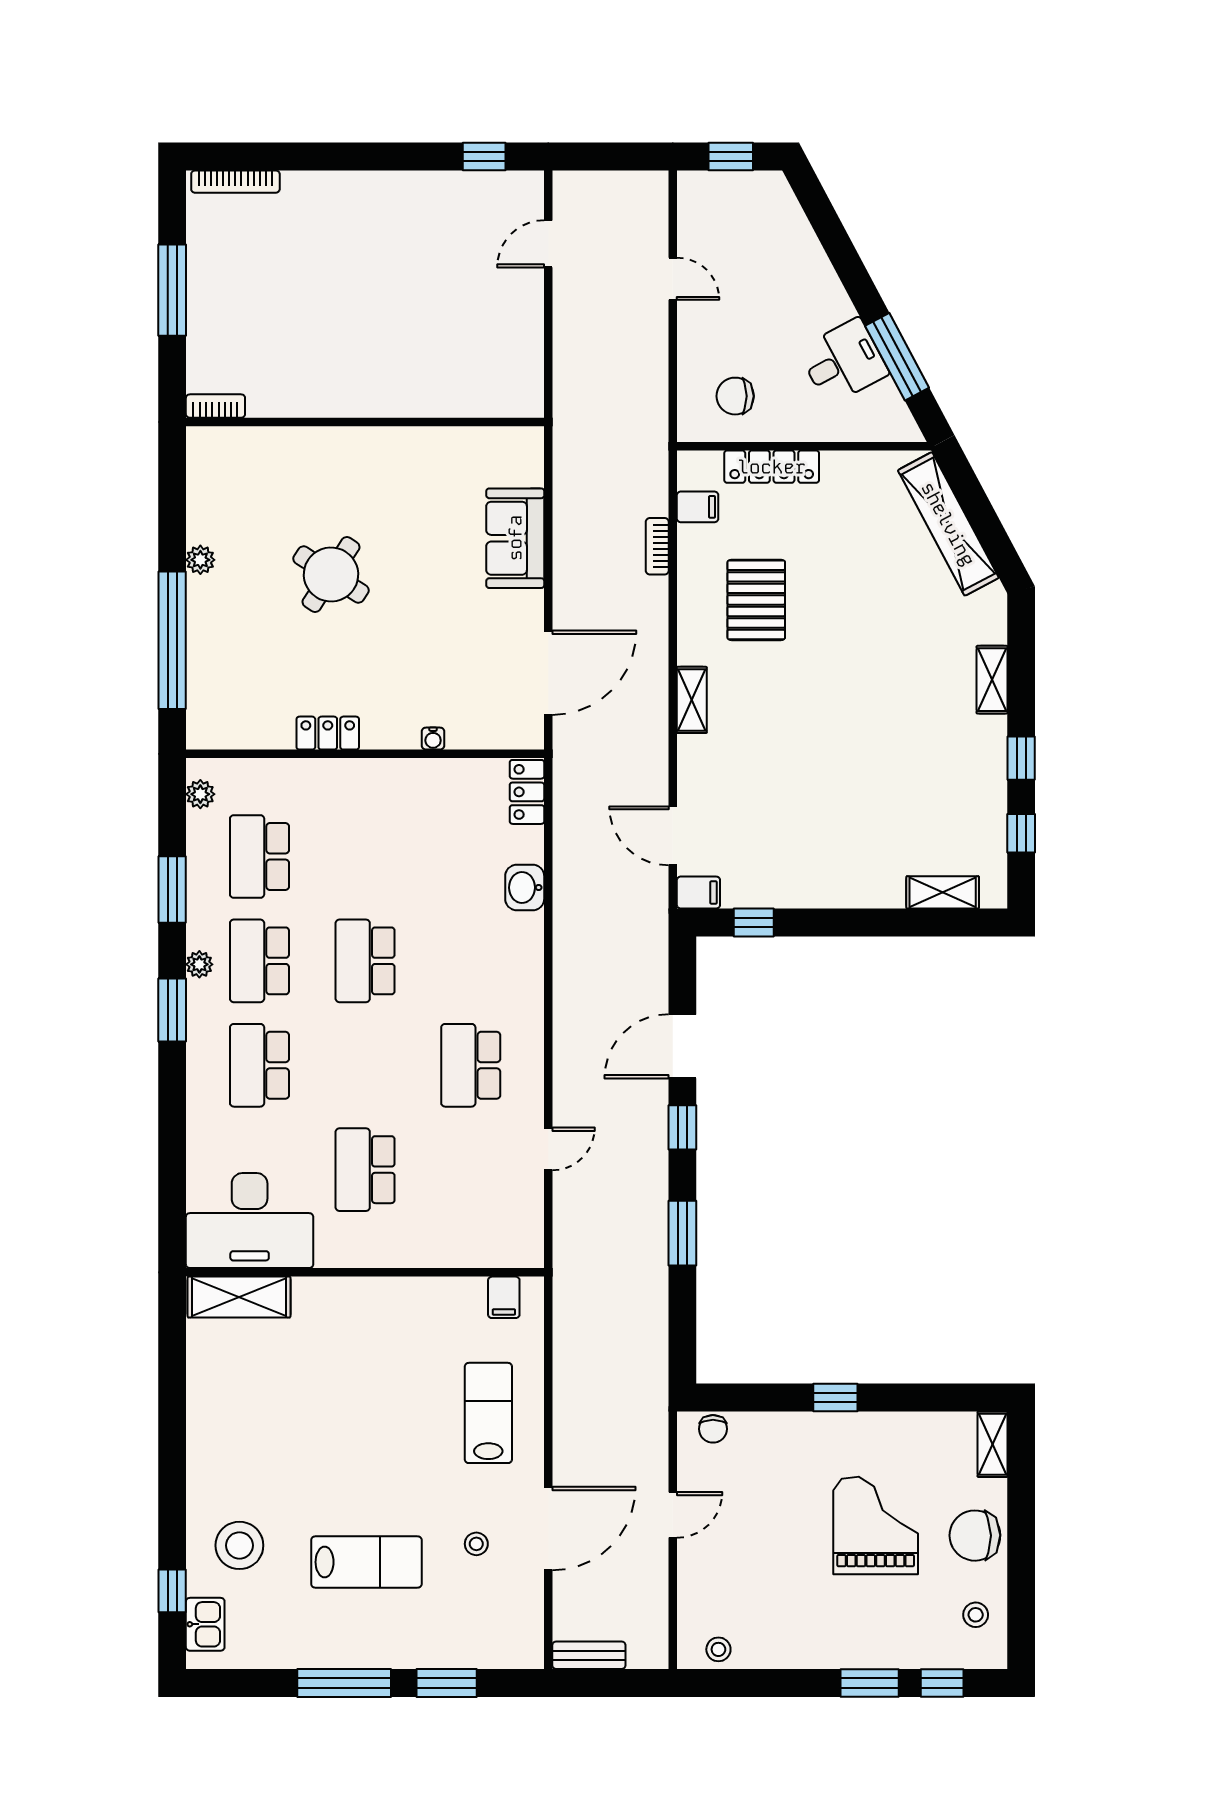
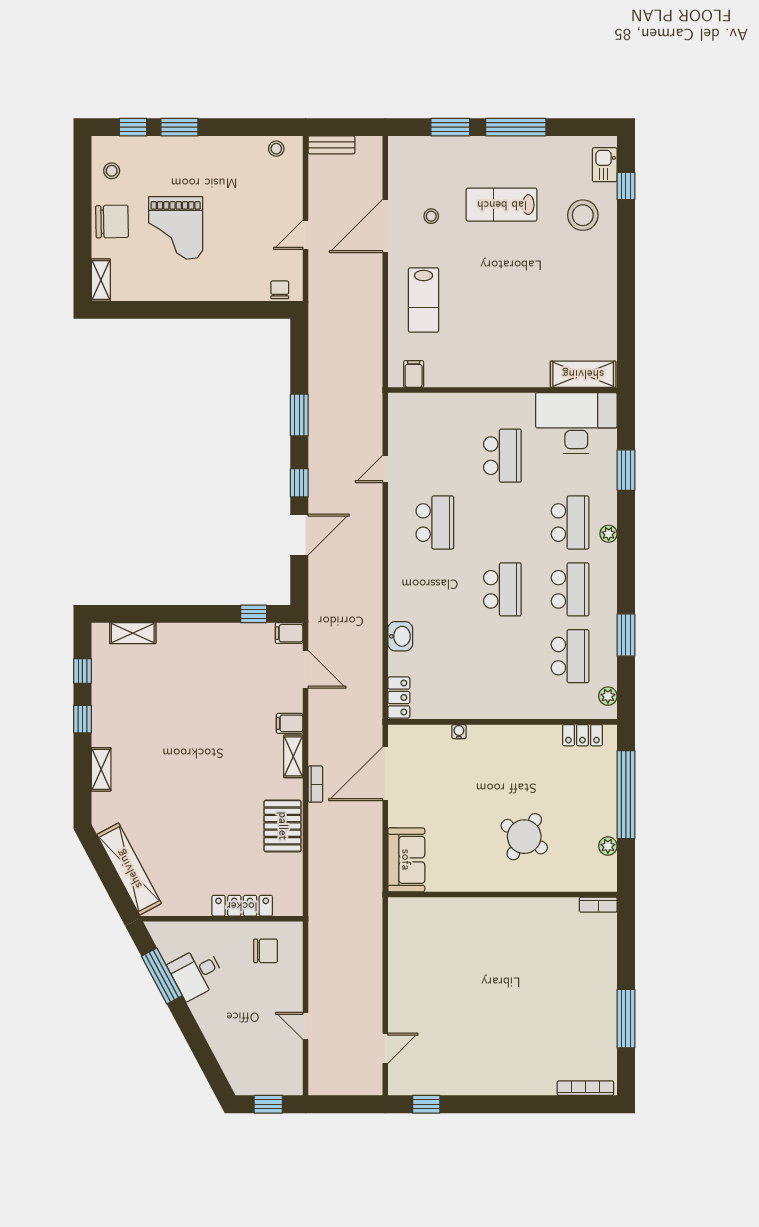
bookcase: (215, 406) -> (598, 905), moved
wall: (365, 422) -> (502, 894), moved
filing cabinet: (698, 507) -> (290, 723), moved
bookcase: (657, 546) -> (315, 784), moved
pallet: (756, 600) -> (283, 826), moved
locker: (328, 733) -> (582, 735), moved
plant: (199, 964) -> (609, 534), moved
window: (172, 1010) -> (626, 470), moved
window: (835, 1397) -> (201, 310), removed
bench: (589, 1655) -> (332, 145), moved

